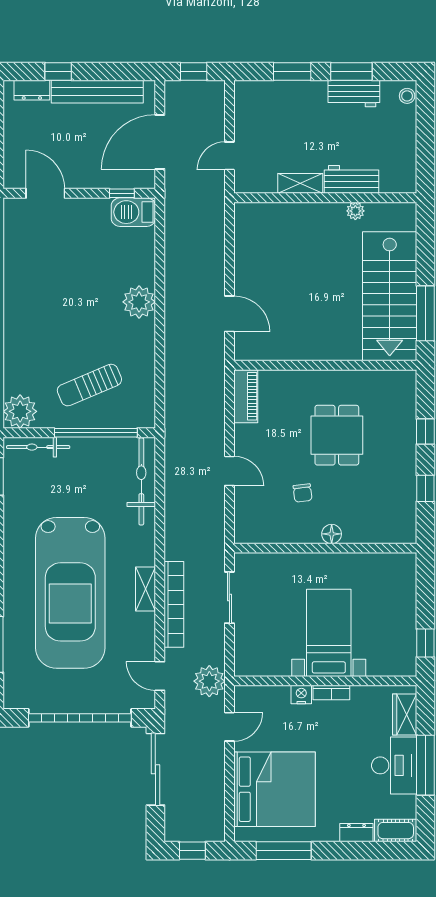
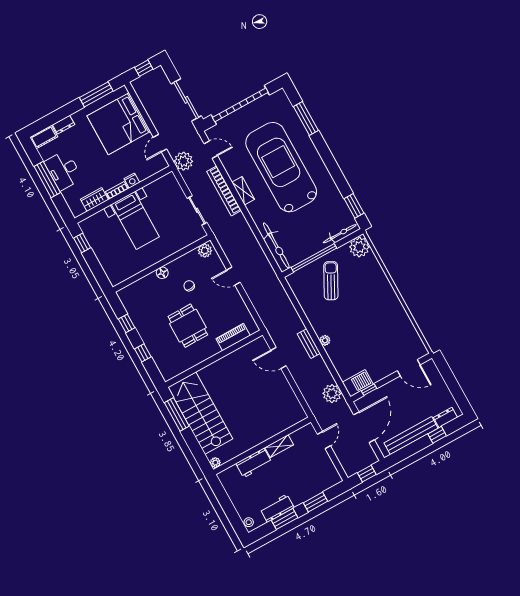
plant: (355, 211) -> (215, 463), moved
plant: (180, 218) -> (332, 394), added
plant: (139, 302) -> (325, 340), width x0.53, depth x0.53
bench: (173, 310) -> (309, 344), added
sun lounger: (89, 385) -> (331, 281), turned -39
piano: (246, 396) -> (233, 337), moved, turned 90
plant: (251, 532) -> (205, 251), added
wardrobe: (405, 714) -> (94, 199), moved, turned -90

